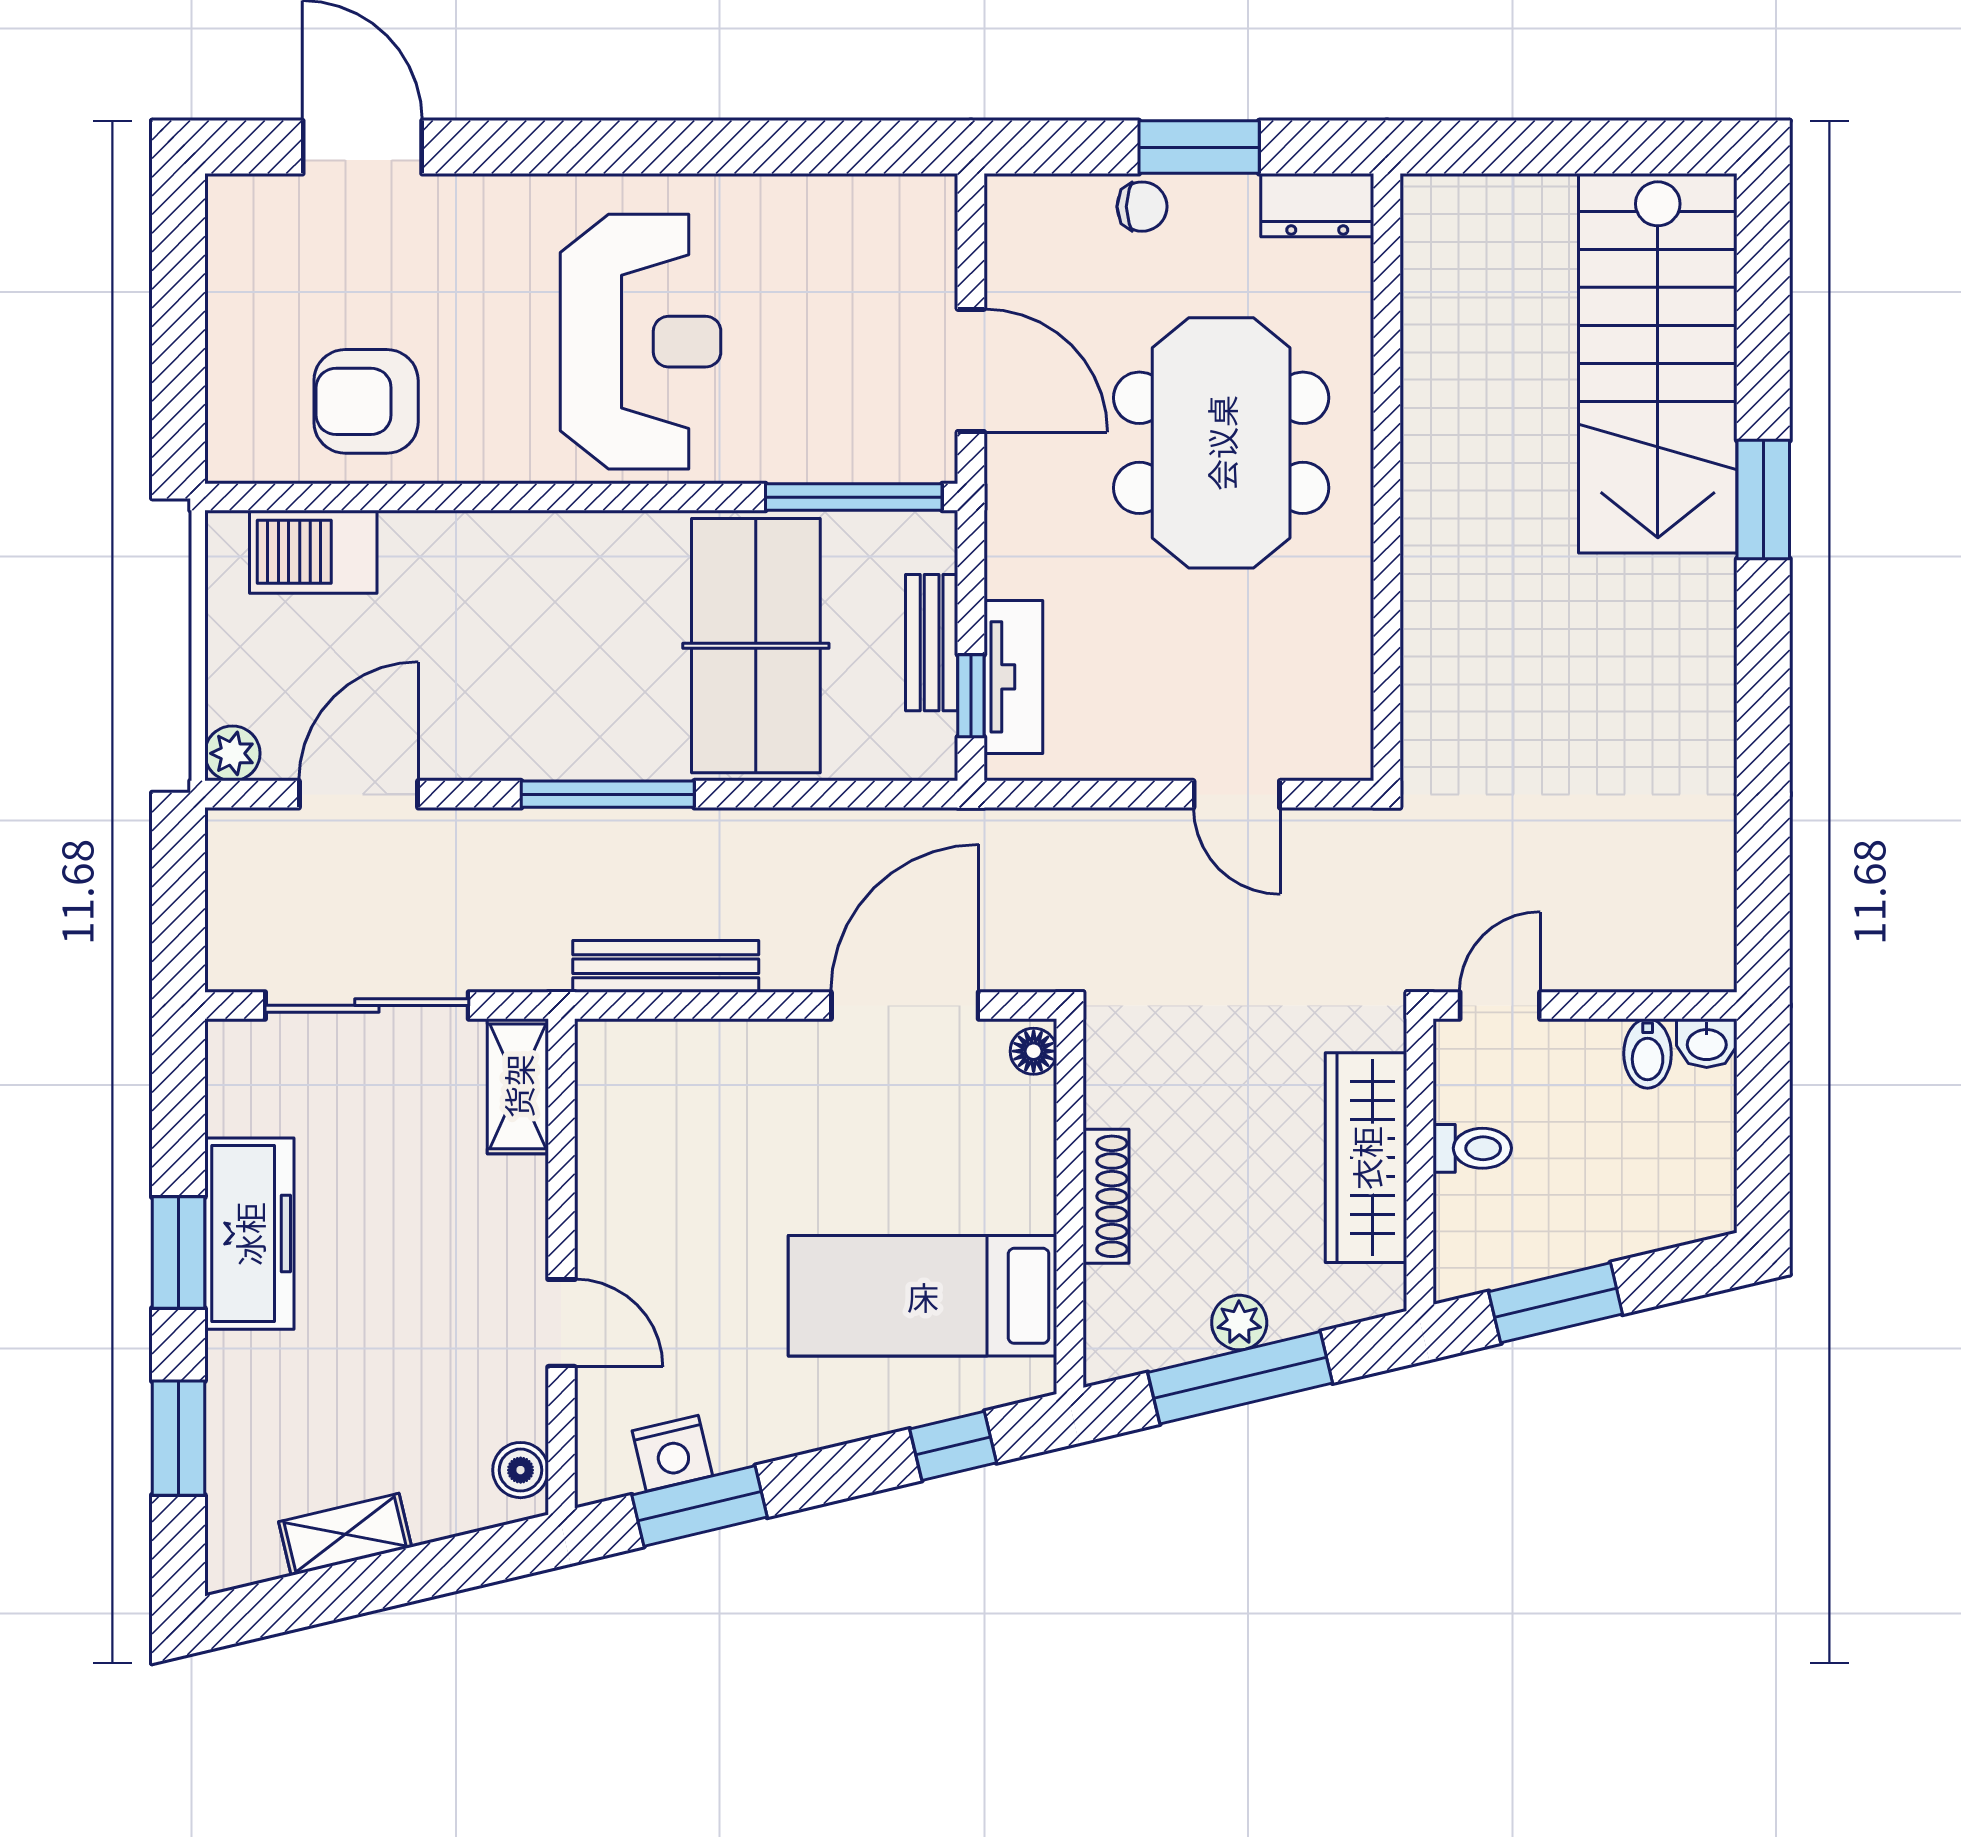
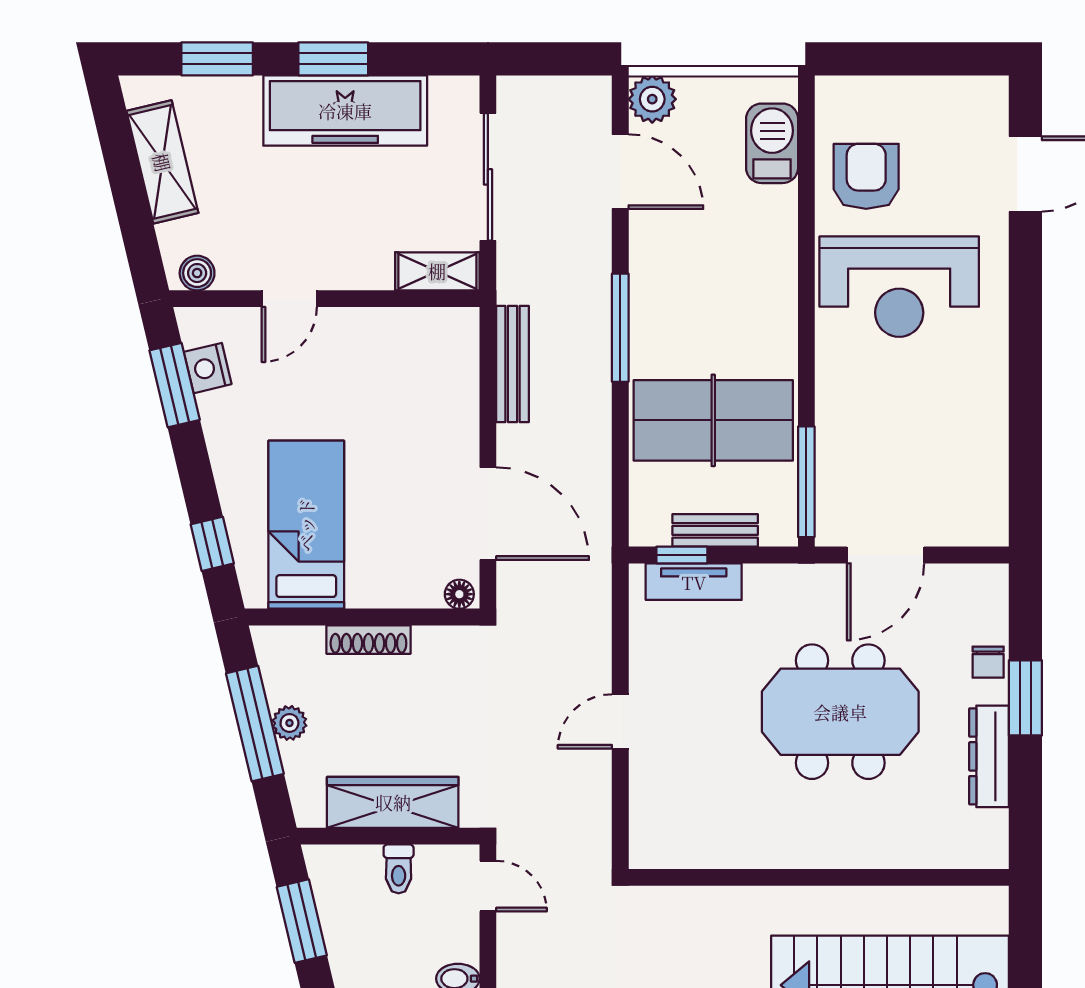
dresser: (1317, 205) -> (989, 756), width x1.44
reception desk: (641, 342) -> (899, 287), moved
wall: (1387, 477) -> (819, 877), moved
plant: (232, 753) -> (652, 99), width x1.38, depth x1.38
freezer: (249, 1234) -> (345, 111), width x1.36, depth x1.26
shelving: (345, 1534) -> (162, 162), width x1.50, depth x1.33

